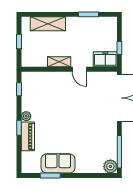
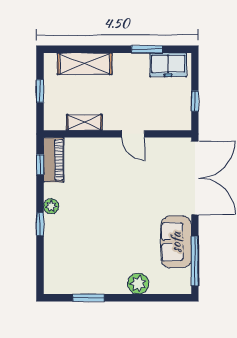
freezer: (105, 59) -> (168, 65), moved, turned 180
shelving: (59, 62) -> (84, 122), moved
piano: (28, 136) -> (54, 160), moved
sofa: (58, 163) -> (176, 242), moved, turned -90
plant: (110, 166) -> (138, 284), moved

